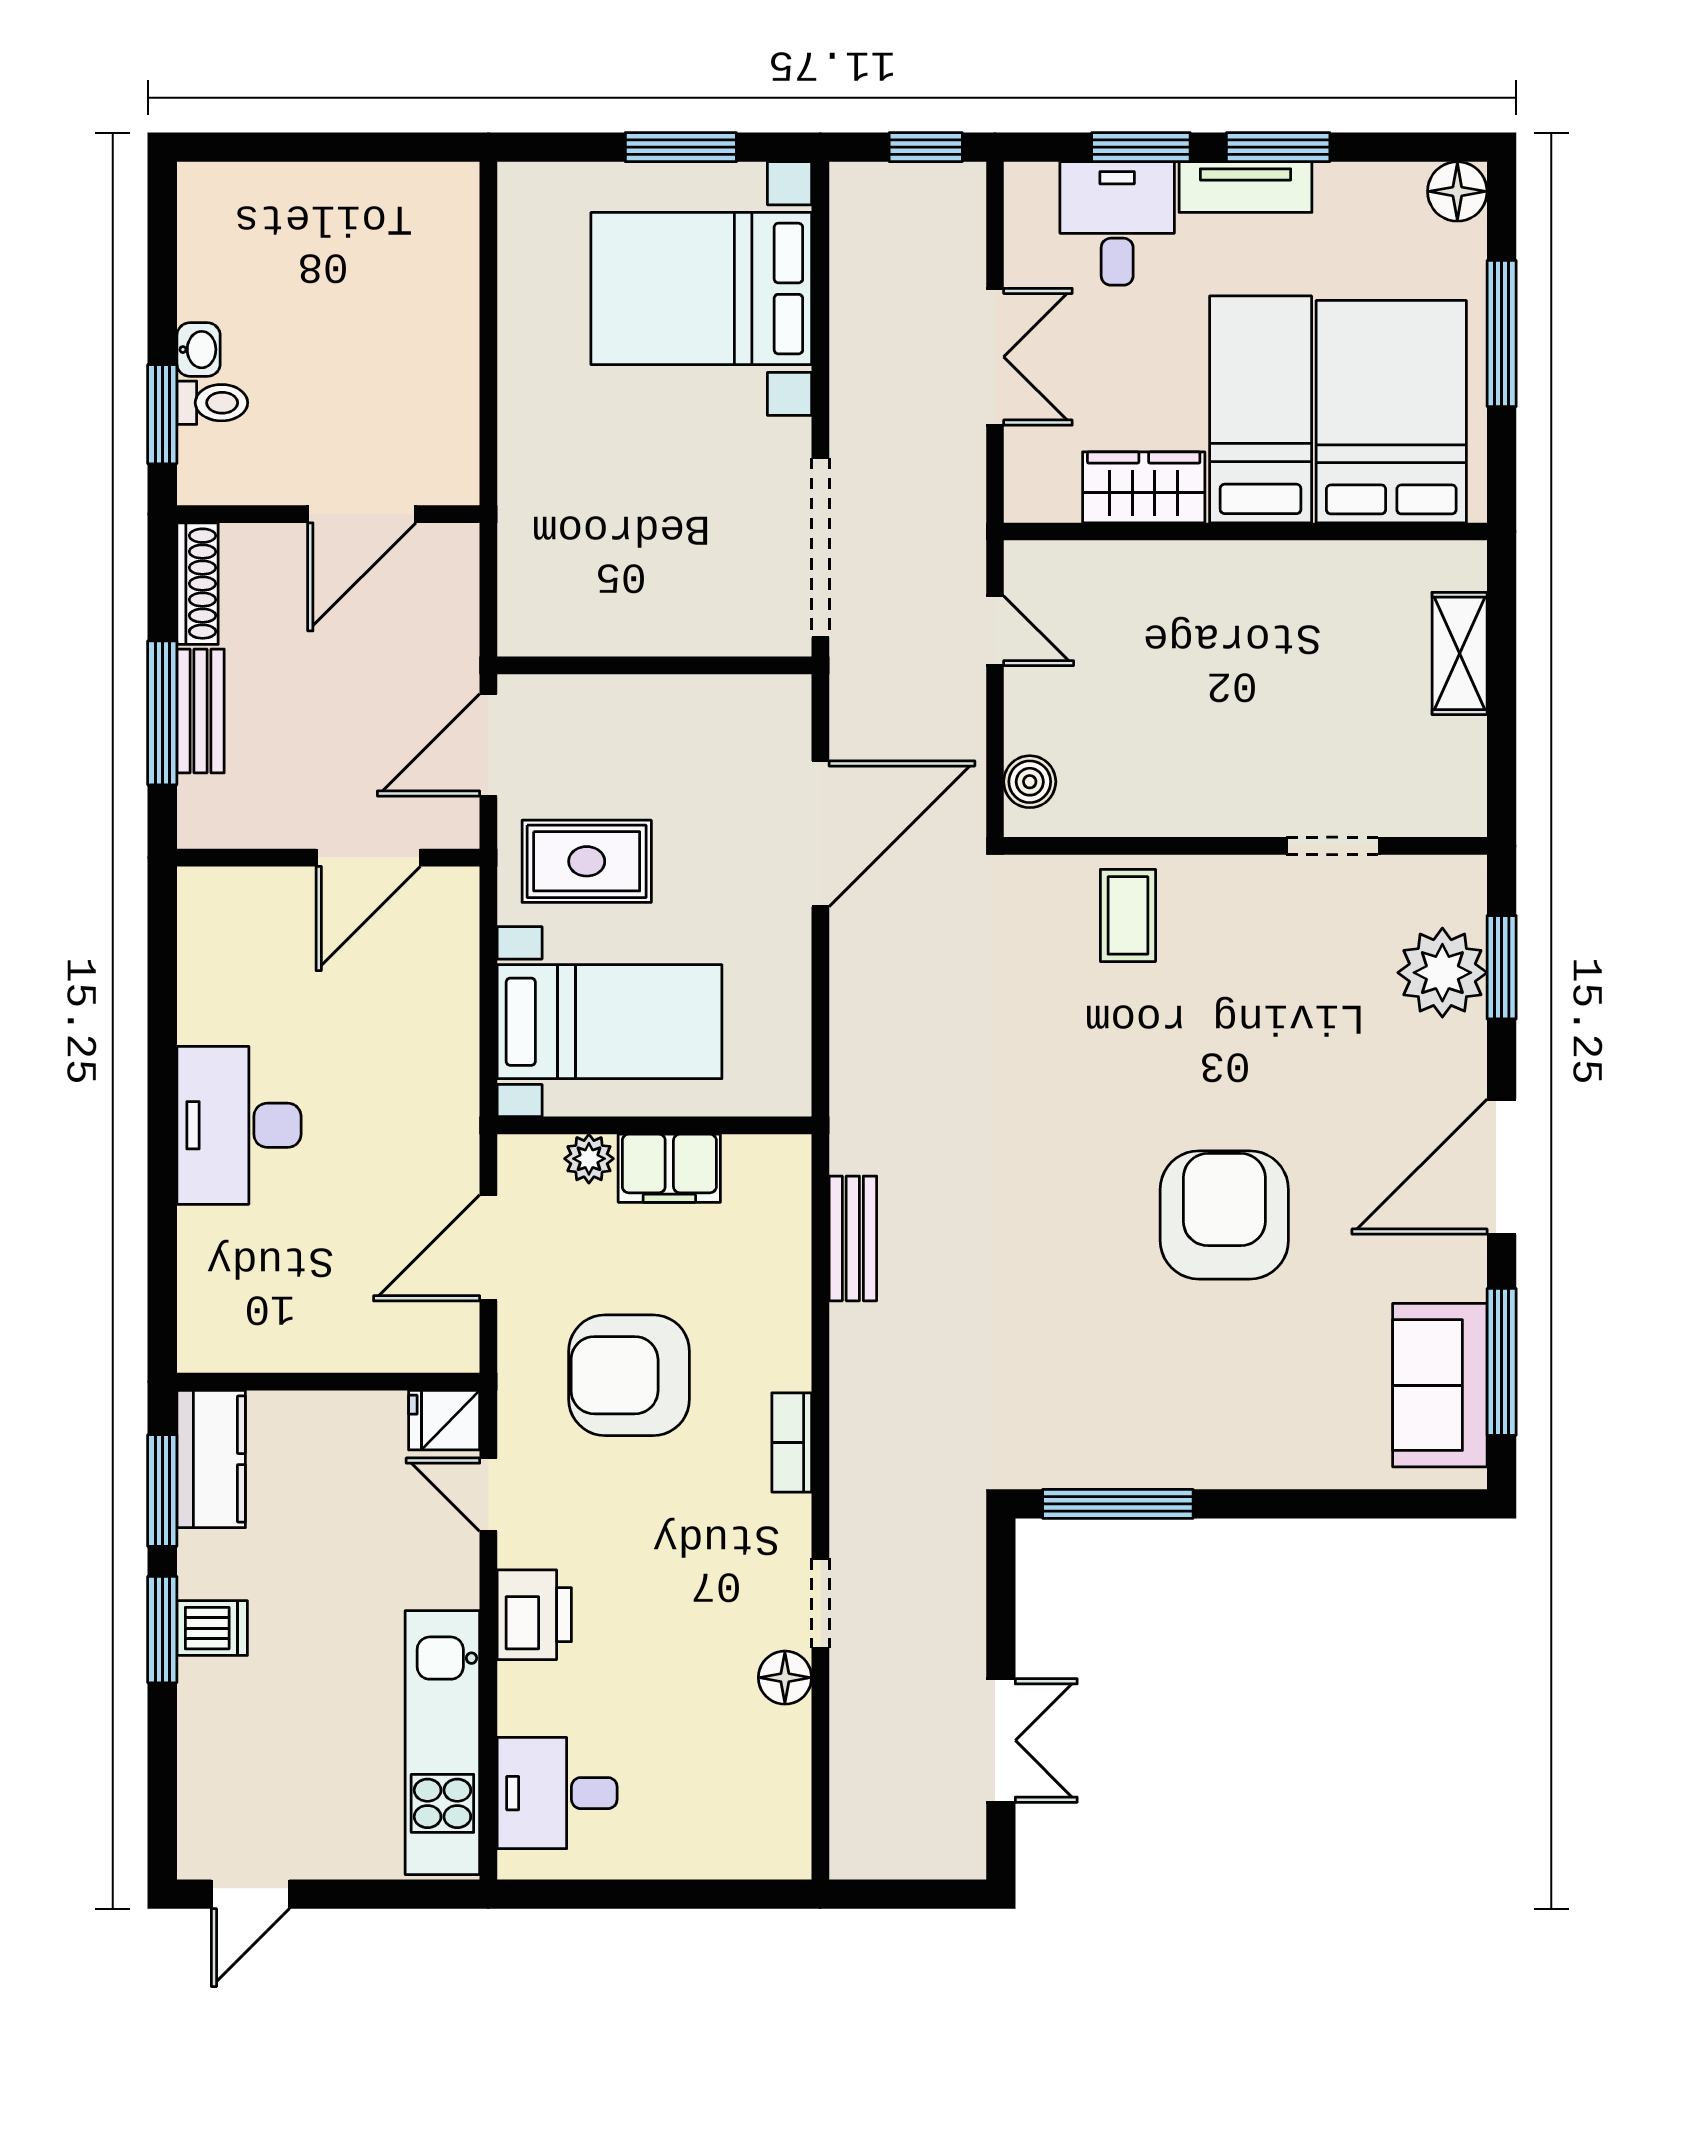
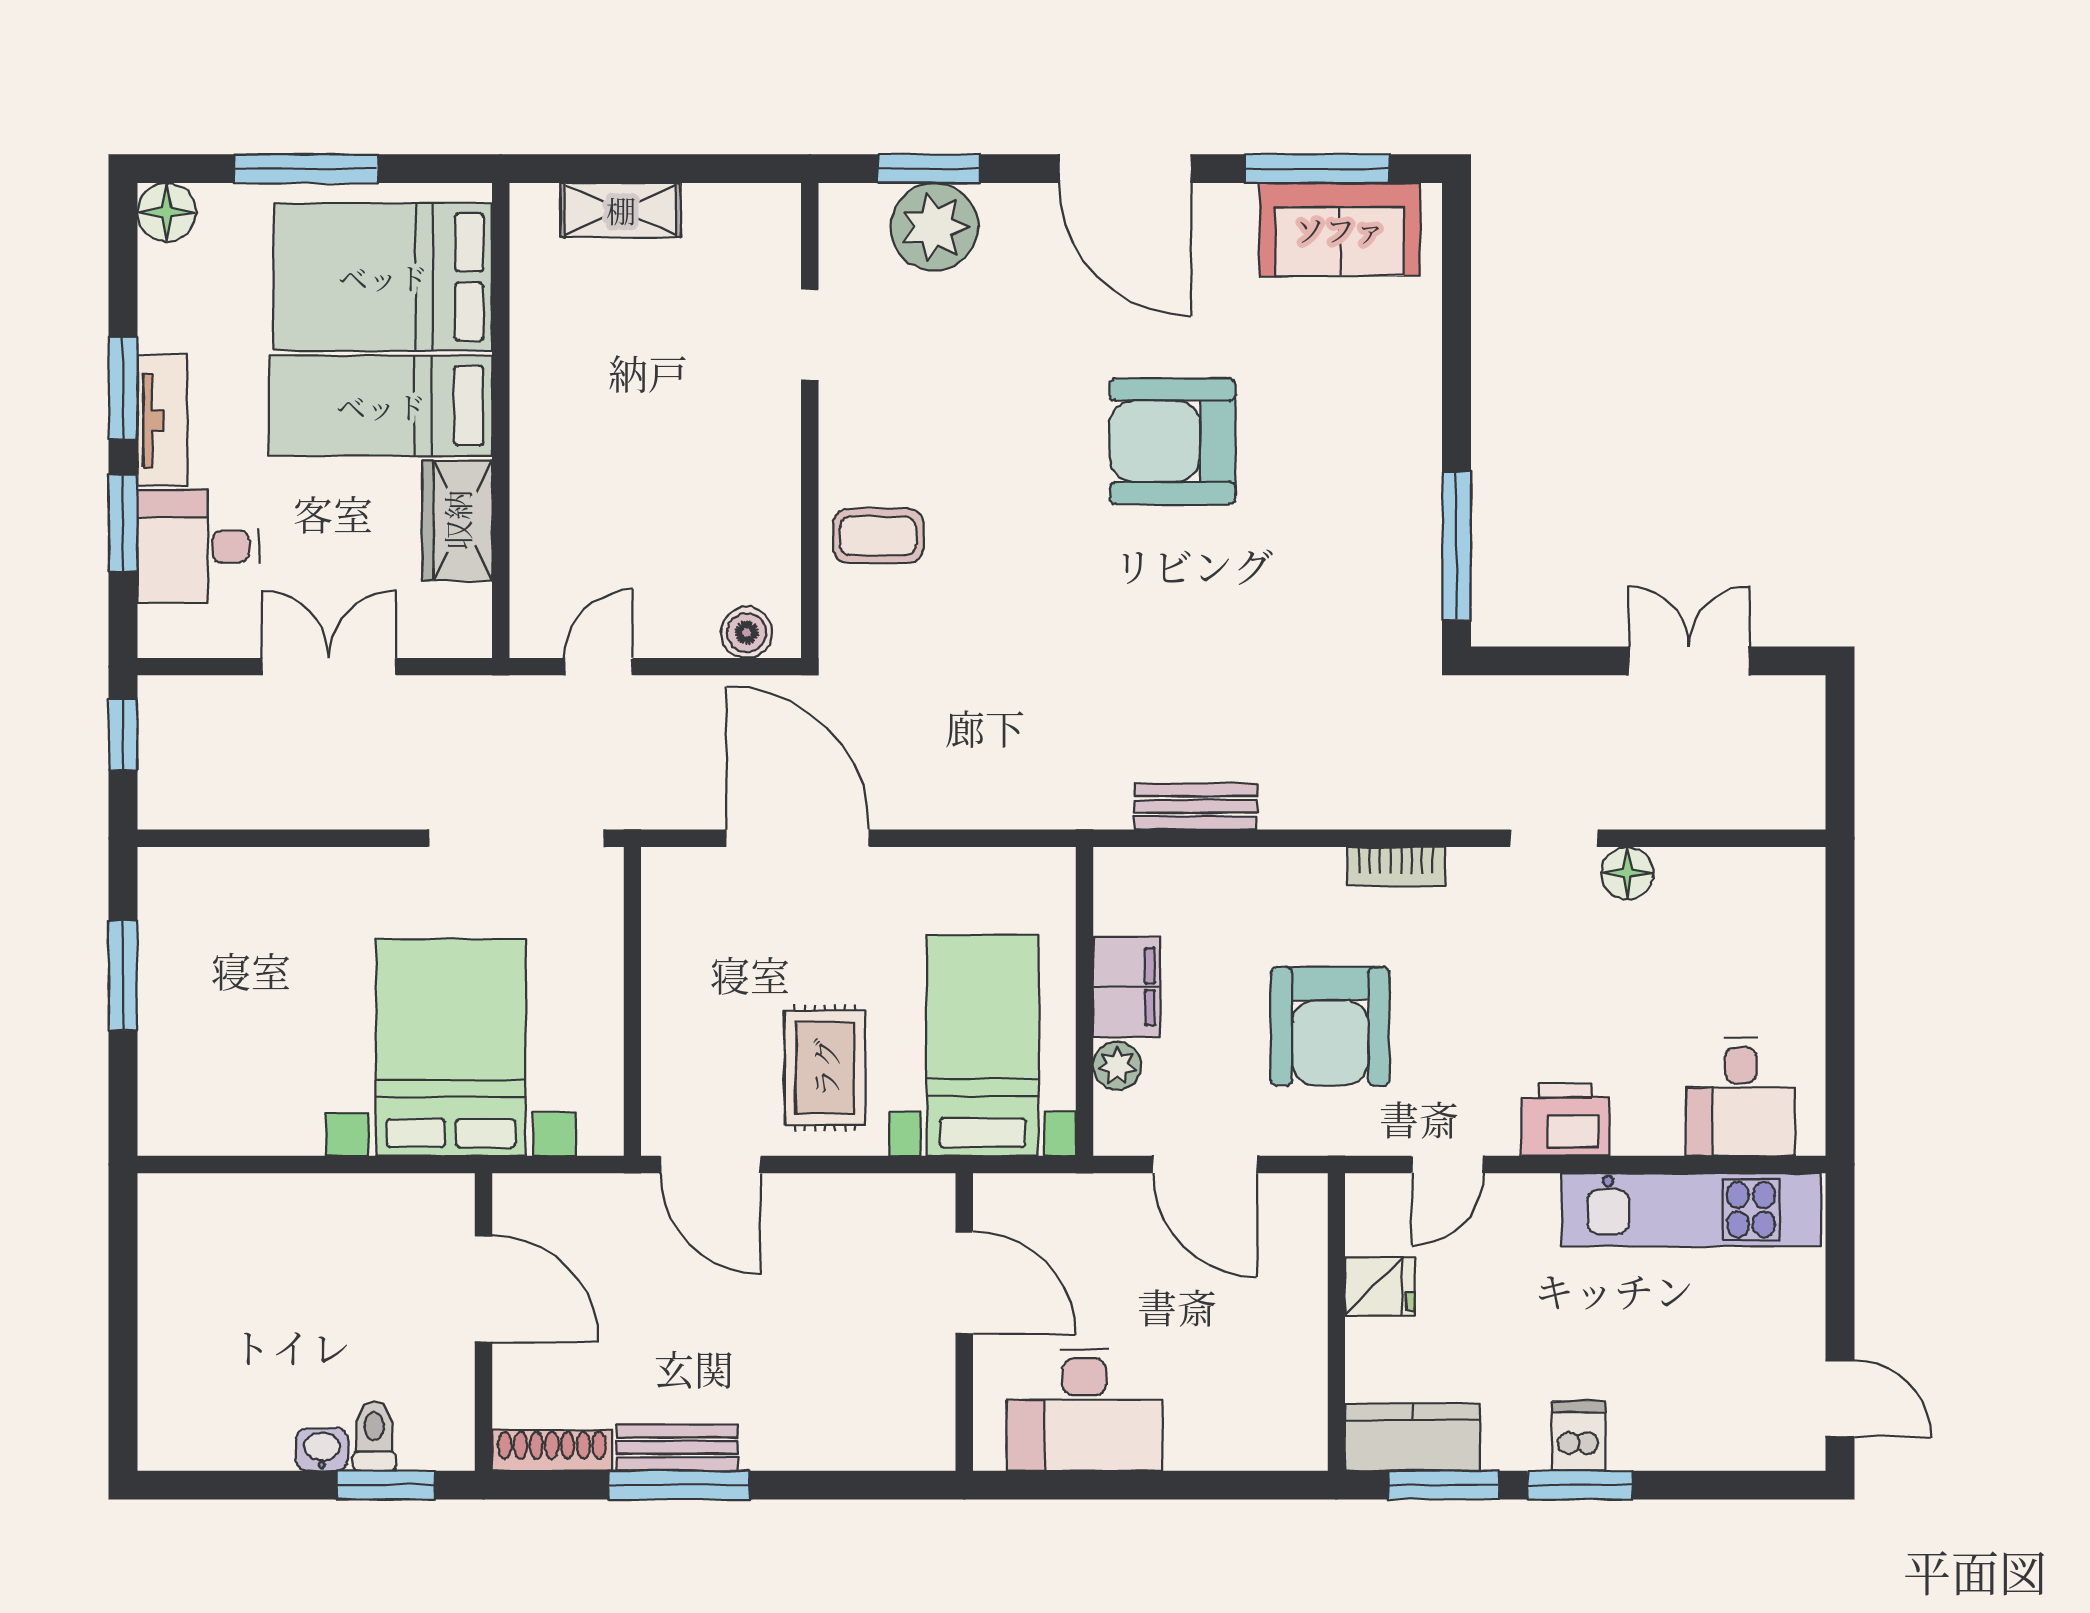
bed with nightstands: (701, 289) -> (451, 1048), moved, turned 180
wall: (328, 858) -> (964, 1322), moved
door: (368, 858) -> (964, 1283), moved
fridge: (444, 1420) -> (1380, 1287), moved, turned -90

